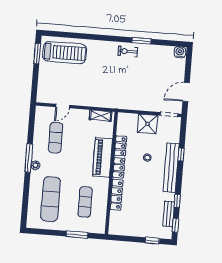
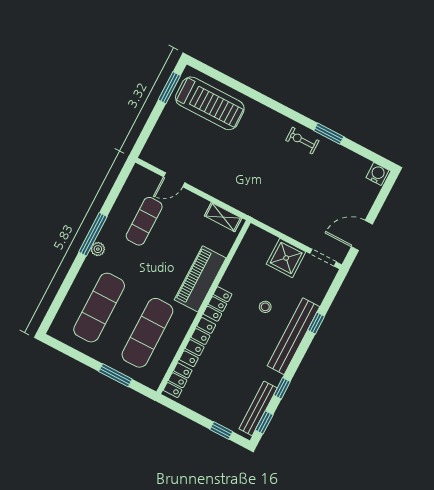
locker: (121, 146) -> (178, 380), moved
exercise mat: (85, 202) -> (147, 333), width x1.36, depth x1.45
bench: (169, 214) -> (258, 408), width x1.36

